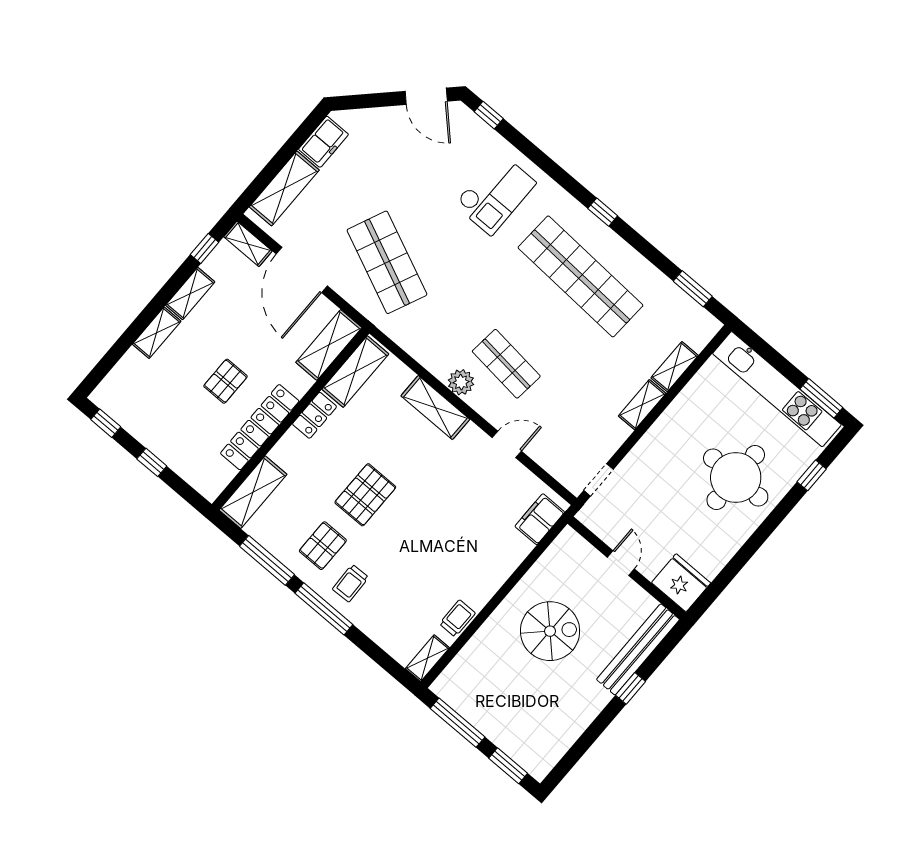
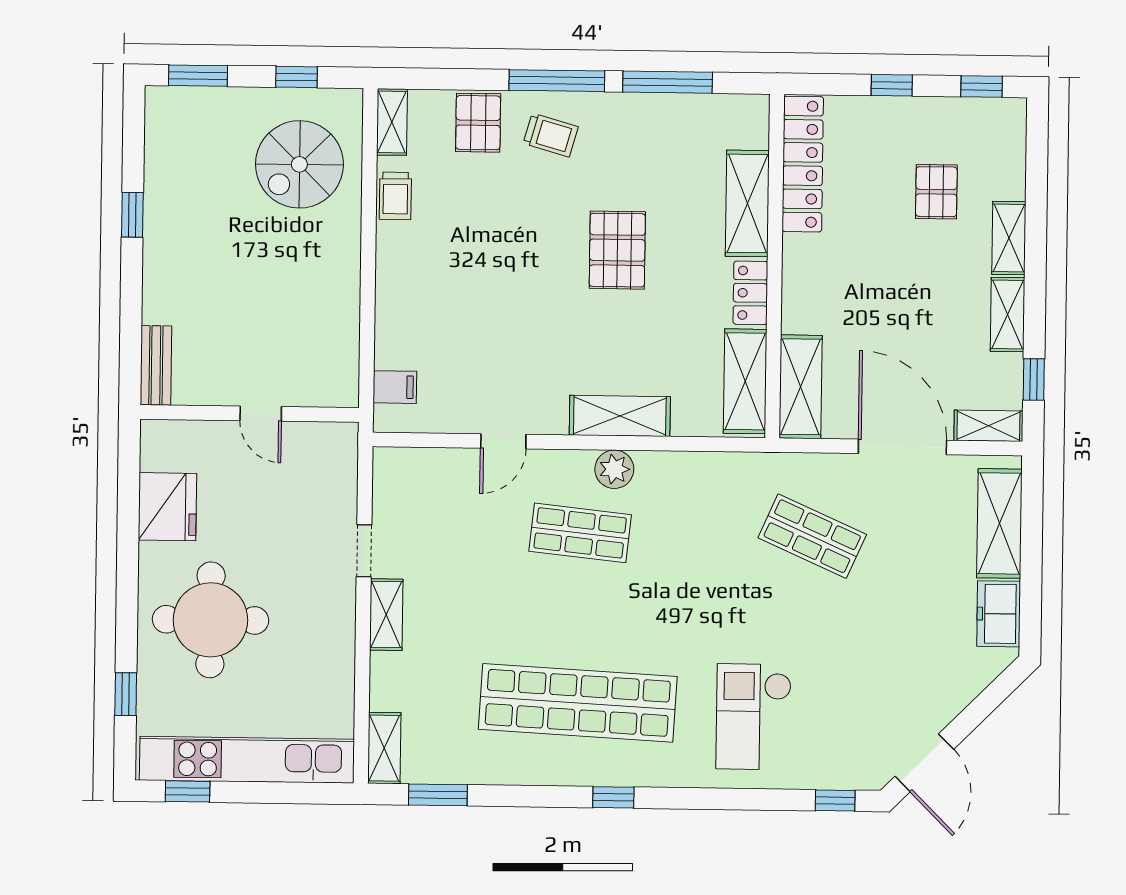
door: (426, 96) -> (924, 763), swing flipped
shop shelf: (387, 262) -> (812, 536), width x0.70, depth x0.74
shelving: (675, 367) -> (384, 748), moved
pallet: (225, 381) -> (936, 192), moved
window: (821, 398) -> (188, 791), width x0.67
locker: (260, 427) -> (803, 164), moved
doorway: (599, 480) -> (364, 551), moved
shelving: (253, 492) -> (747, 203), moved
filing cabinet: (540, 519) -> (395, 387), width x0.50
pallet: (323, 546) -> (478, 123), moved
trolley: (350, 583) -> (551, 135), turned 108
fridge: (681, 583) -> (167, 507), moved, turned -90
spiral stairs: (550, 631) -> (299, 164), moved
bench: (638, 649) -> (156, 365), width x0.54, depth x0.82
window: (630, 688) -> (132, 215), moved
window: (458, 723) -> (297, 77), width x0.46

